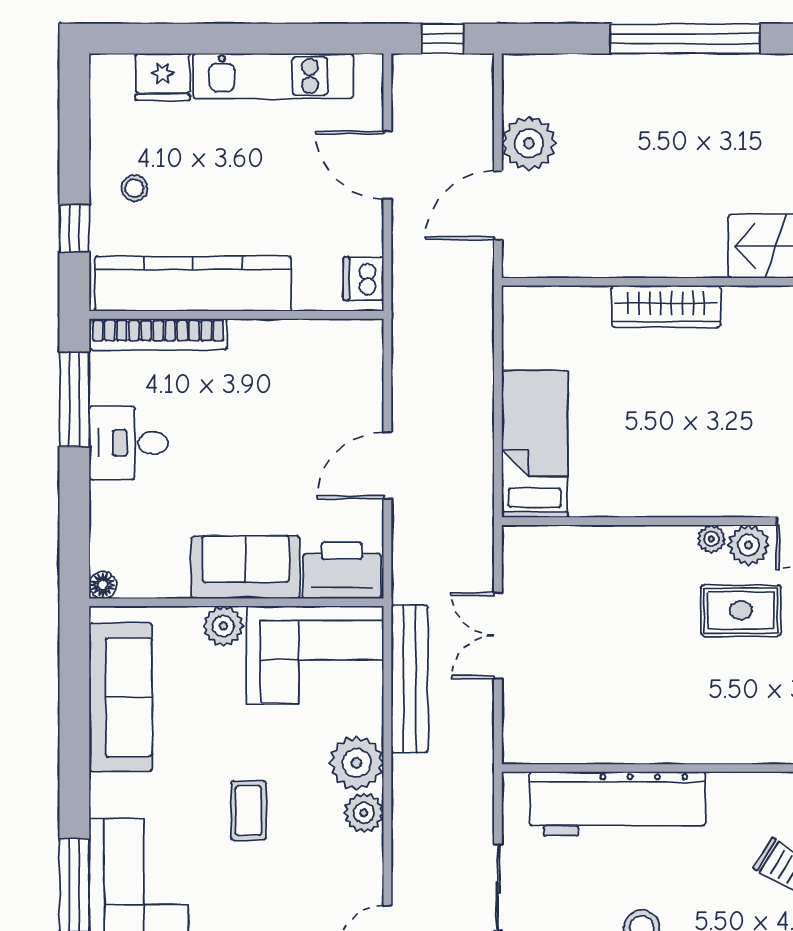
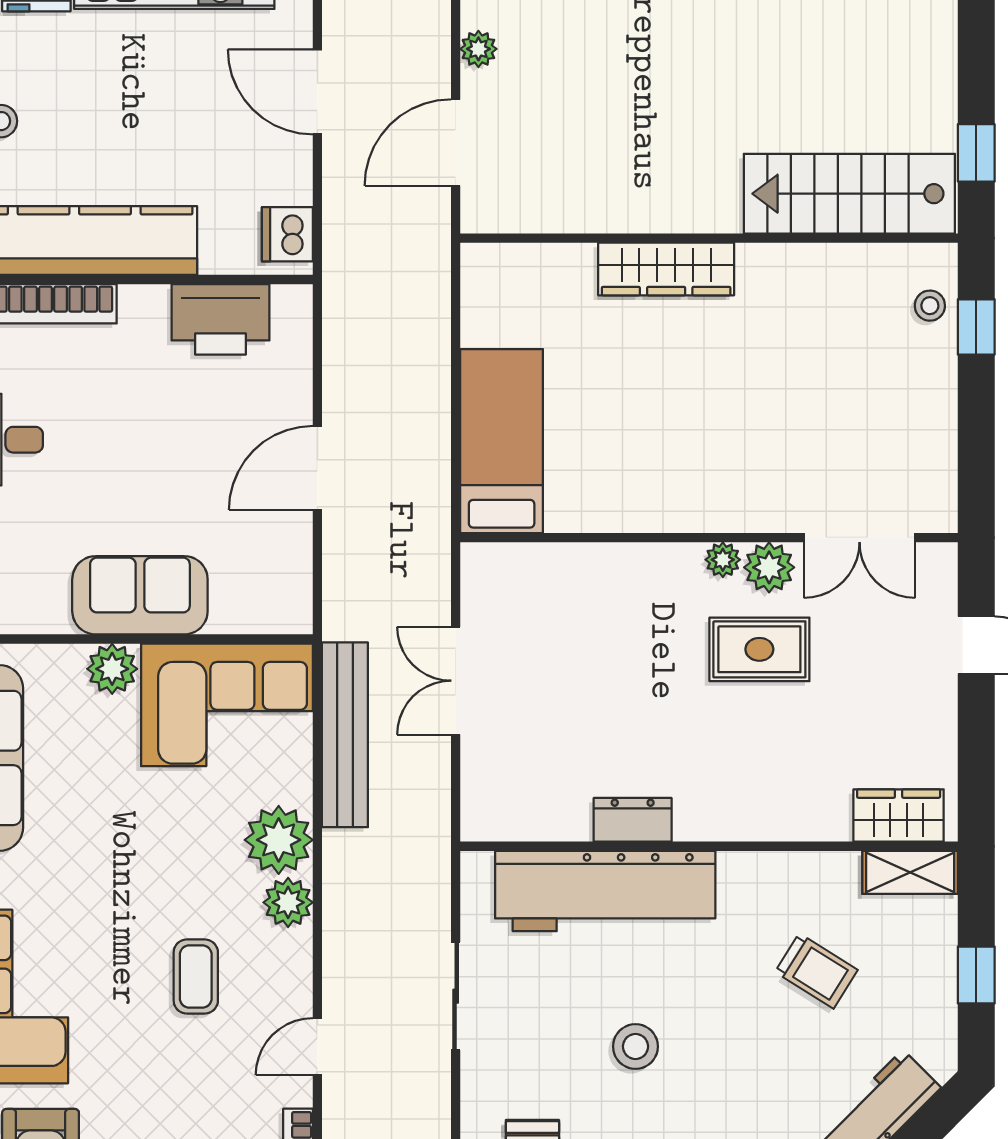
plant: (529, 143) -> (478, 49), width x0.53, depth x0.53
printer: (342, 570) -> (221, 319), moved, turned 180
dresser: (639, 747) -> (633, 820), added
coffee table: (249, 811) -> (196, 977), moved

